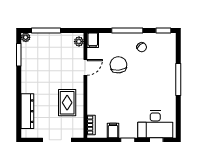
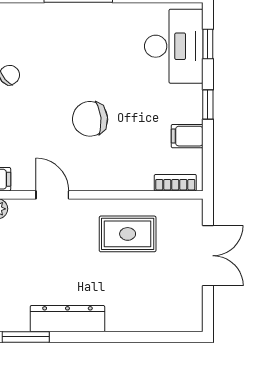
chair: (118, 65) -> (90, 119), moved
dresser: (27, 111) -> (67, 319), moved

